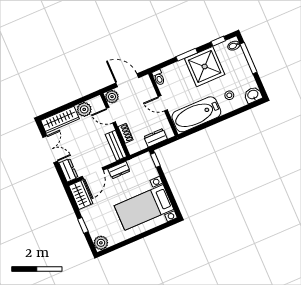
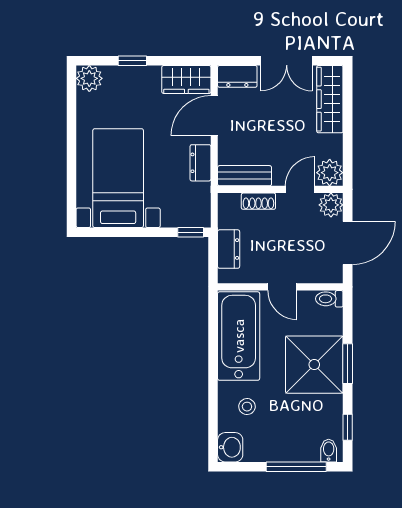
shower: (205, 67) -> (314, 365), moved
door: (163, 103) -> (282, 287), swing flipped
plant: (84, 109) -> (330, 173), moved
door: (93, 173) -> (214, 116), hinge flipped

